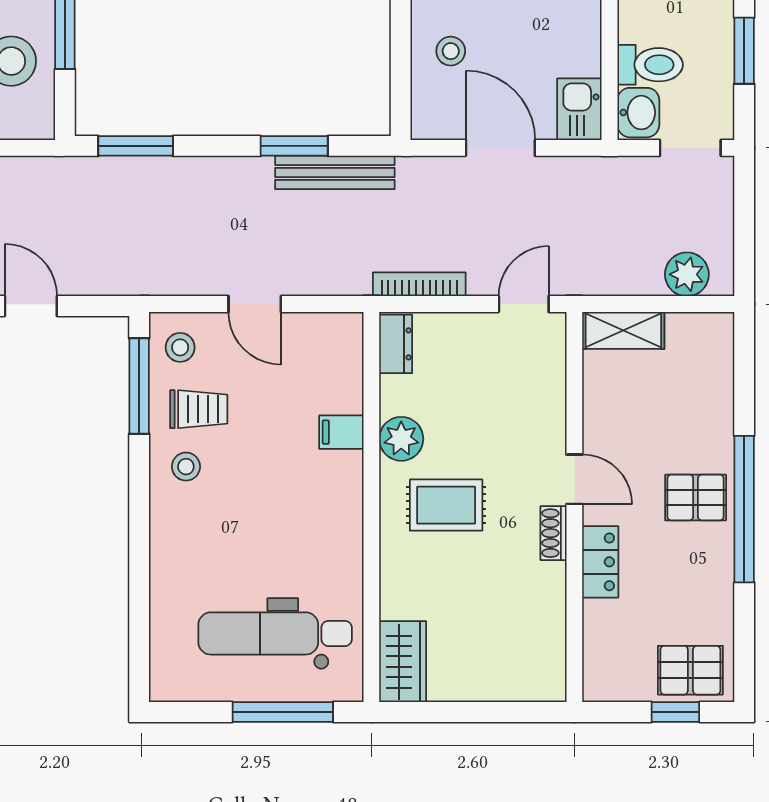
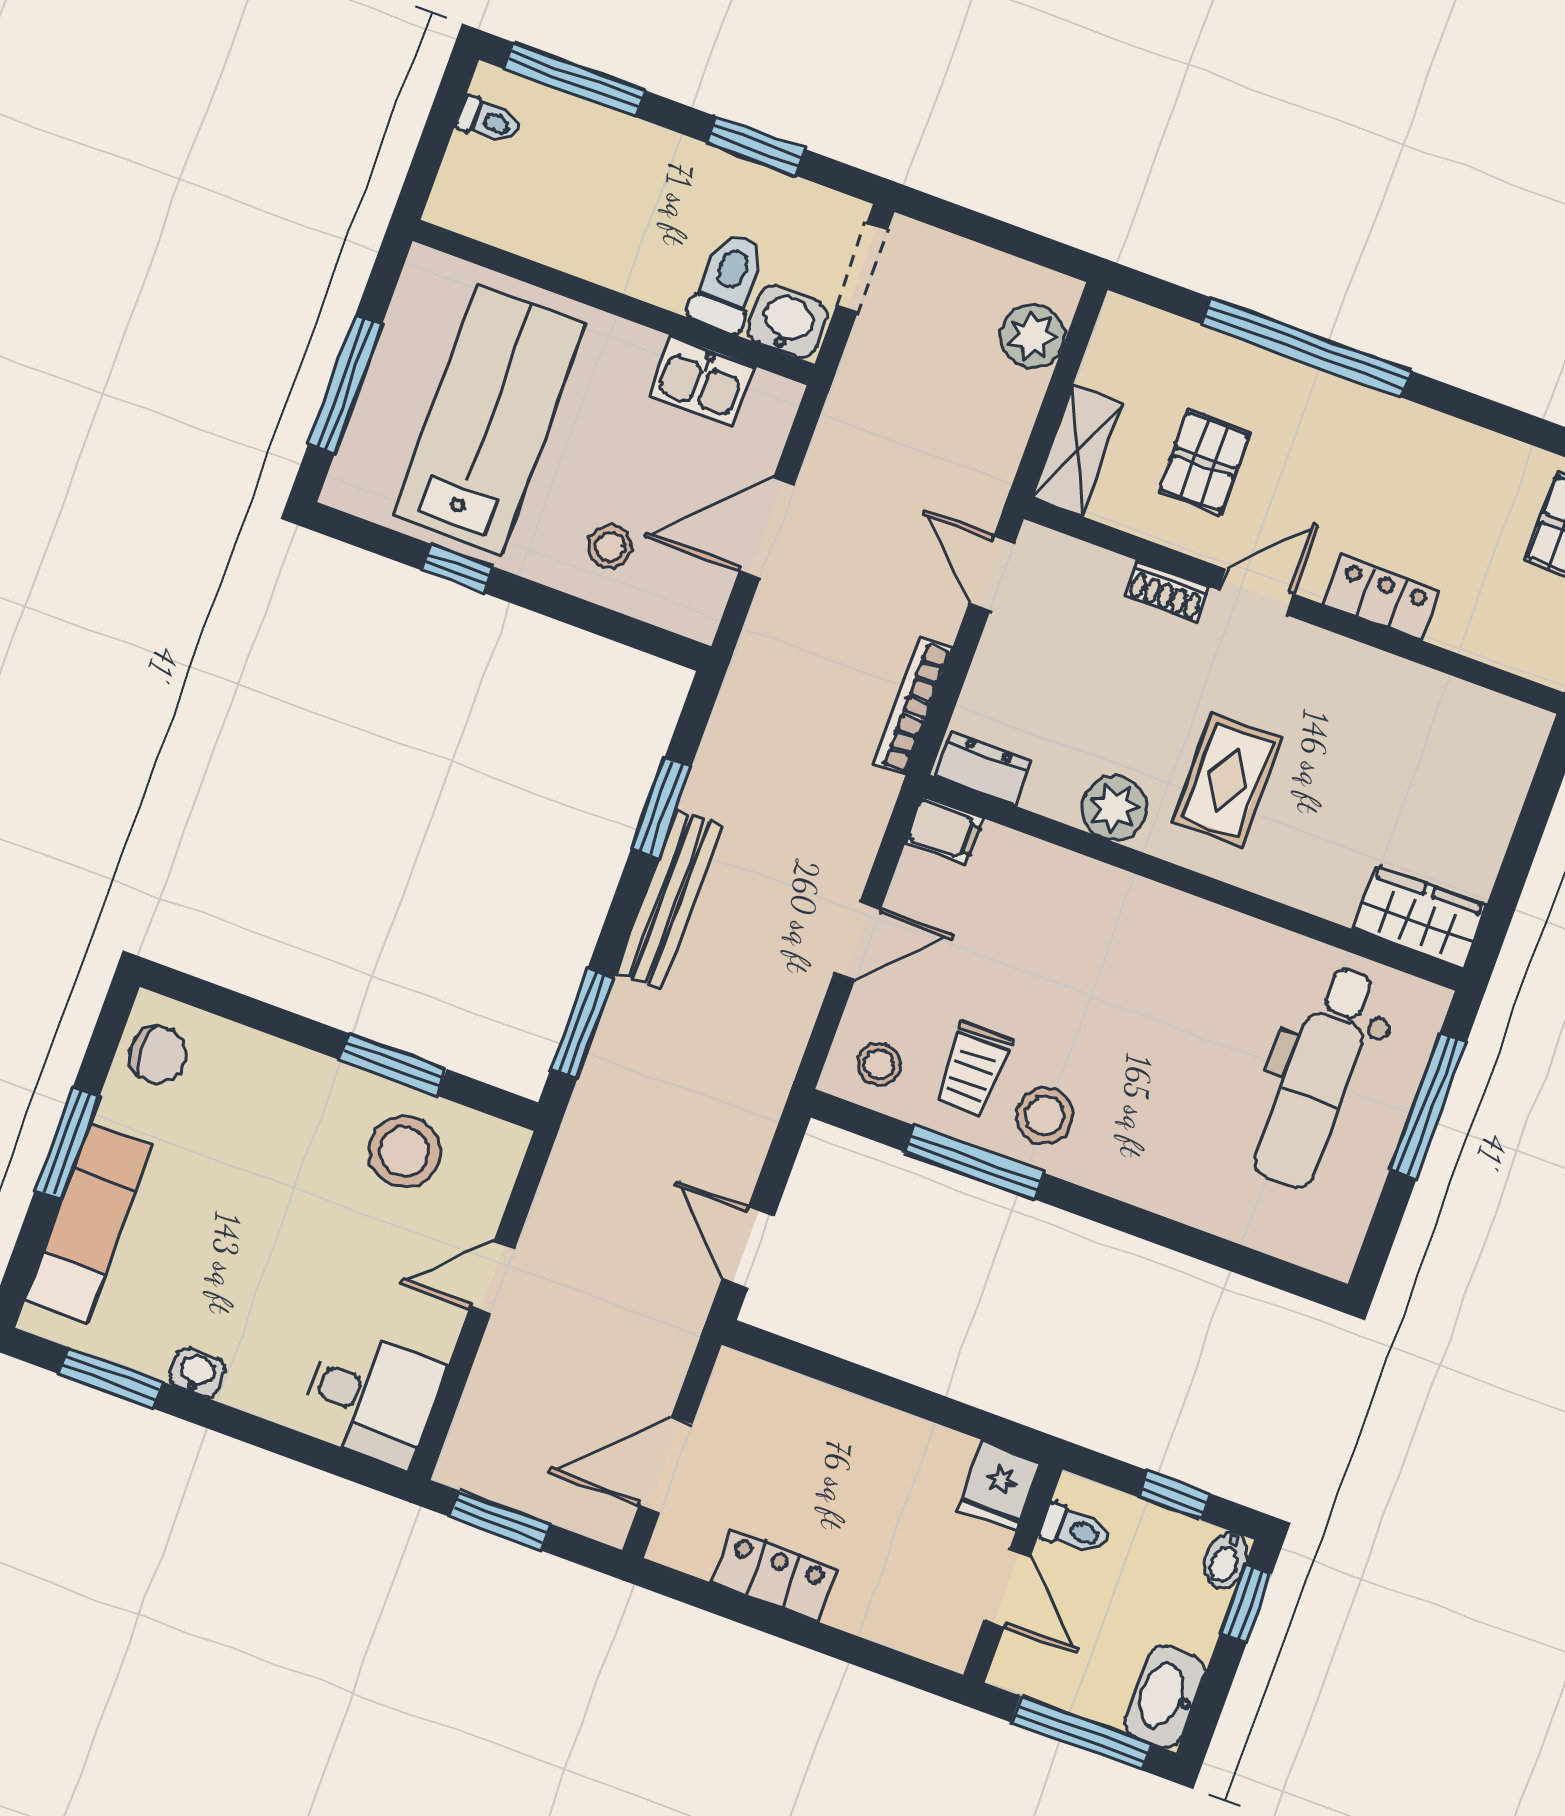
kitchen sink: (579, 109) -> (701, 381), moved
bench: (335, 172) -> (669, 900), moved
door: (31, 306) -> (748, 1247), hinge flipped
window: (139, 386) -> (974, 1162), moved
trolley: (199, 409) -> (973, 1070), turned 180
filing cabinet: (341, 432) -> (944, 830), moved, turned -90
stool: (186, 467) -> (1045, 1116), width x1.37, depth x1.37
pallet: (696, 498) -> (1204, 462), moved
window: (744, 509) -> (1306, 347), moved
shoe rack: (554, 533) -> (1167, 592), moved

